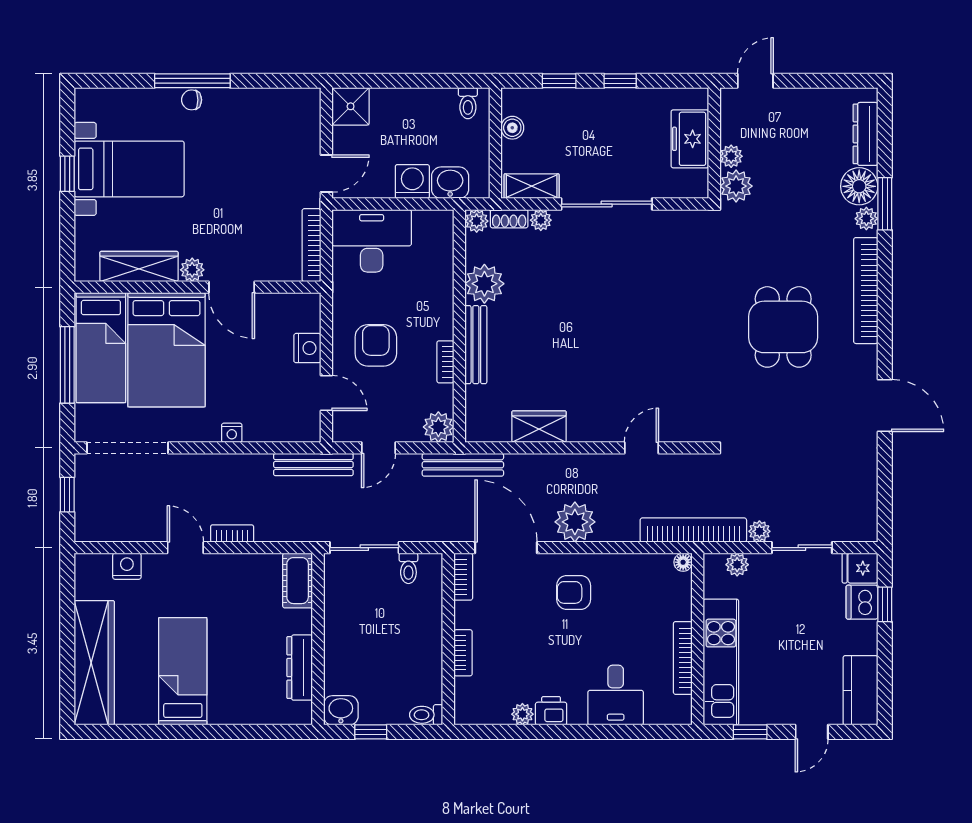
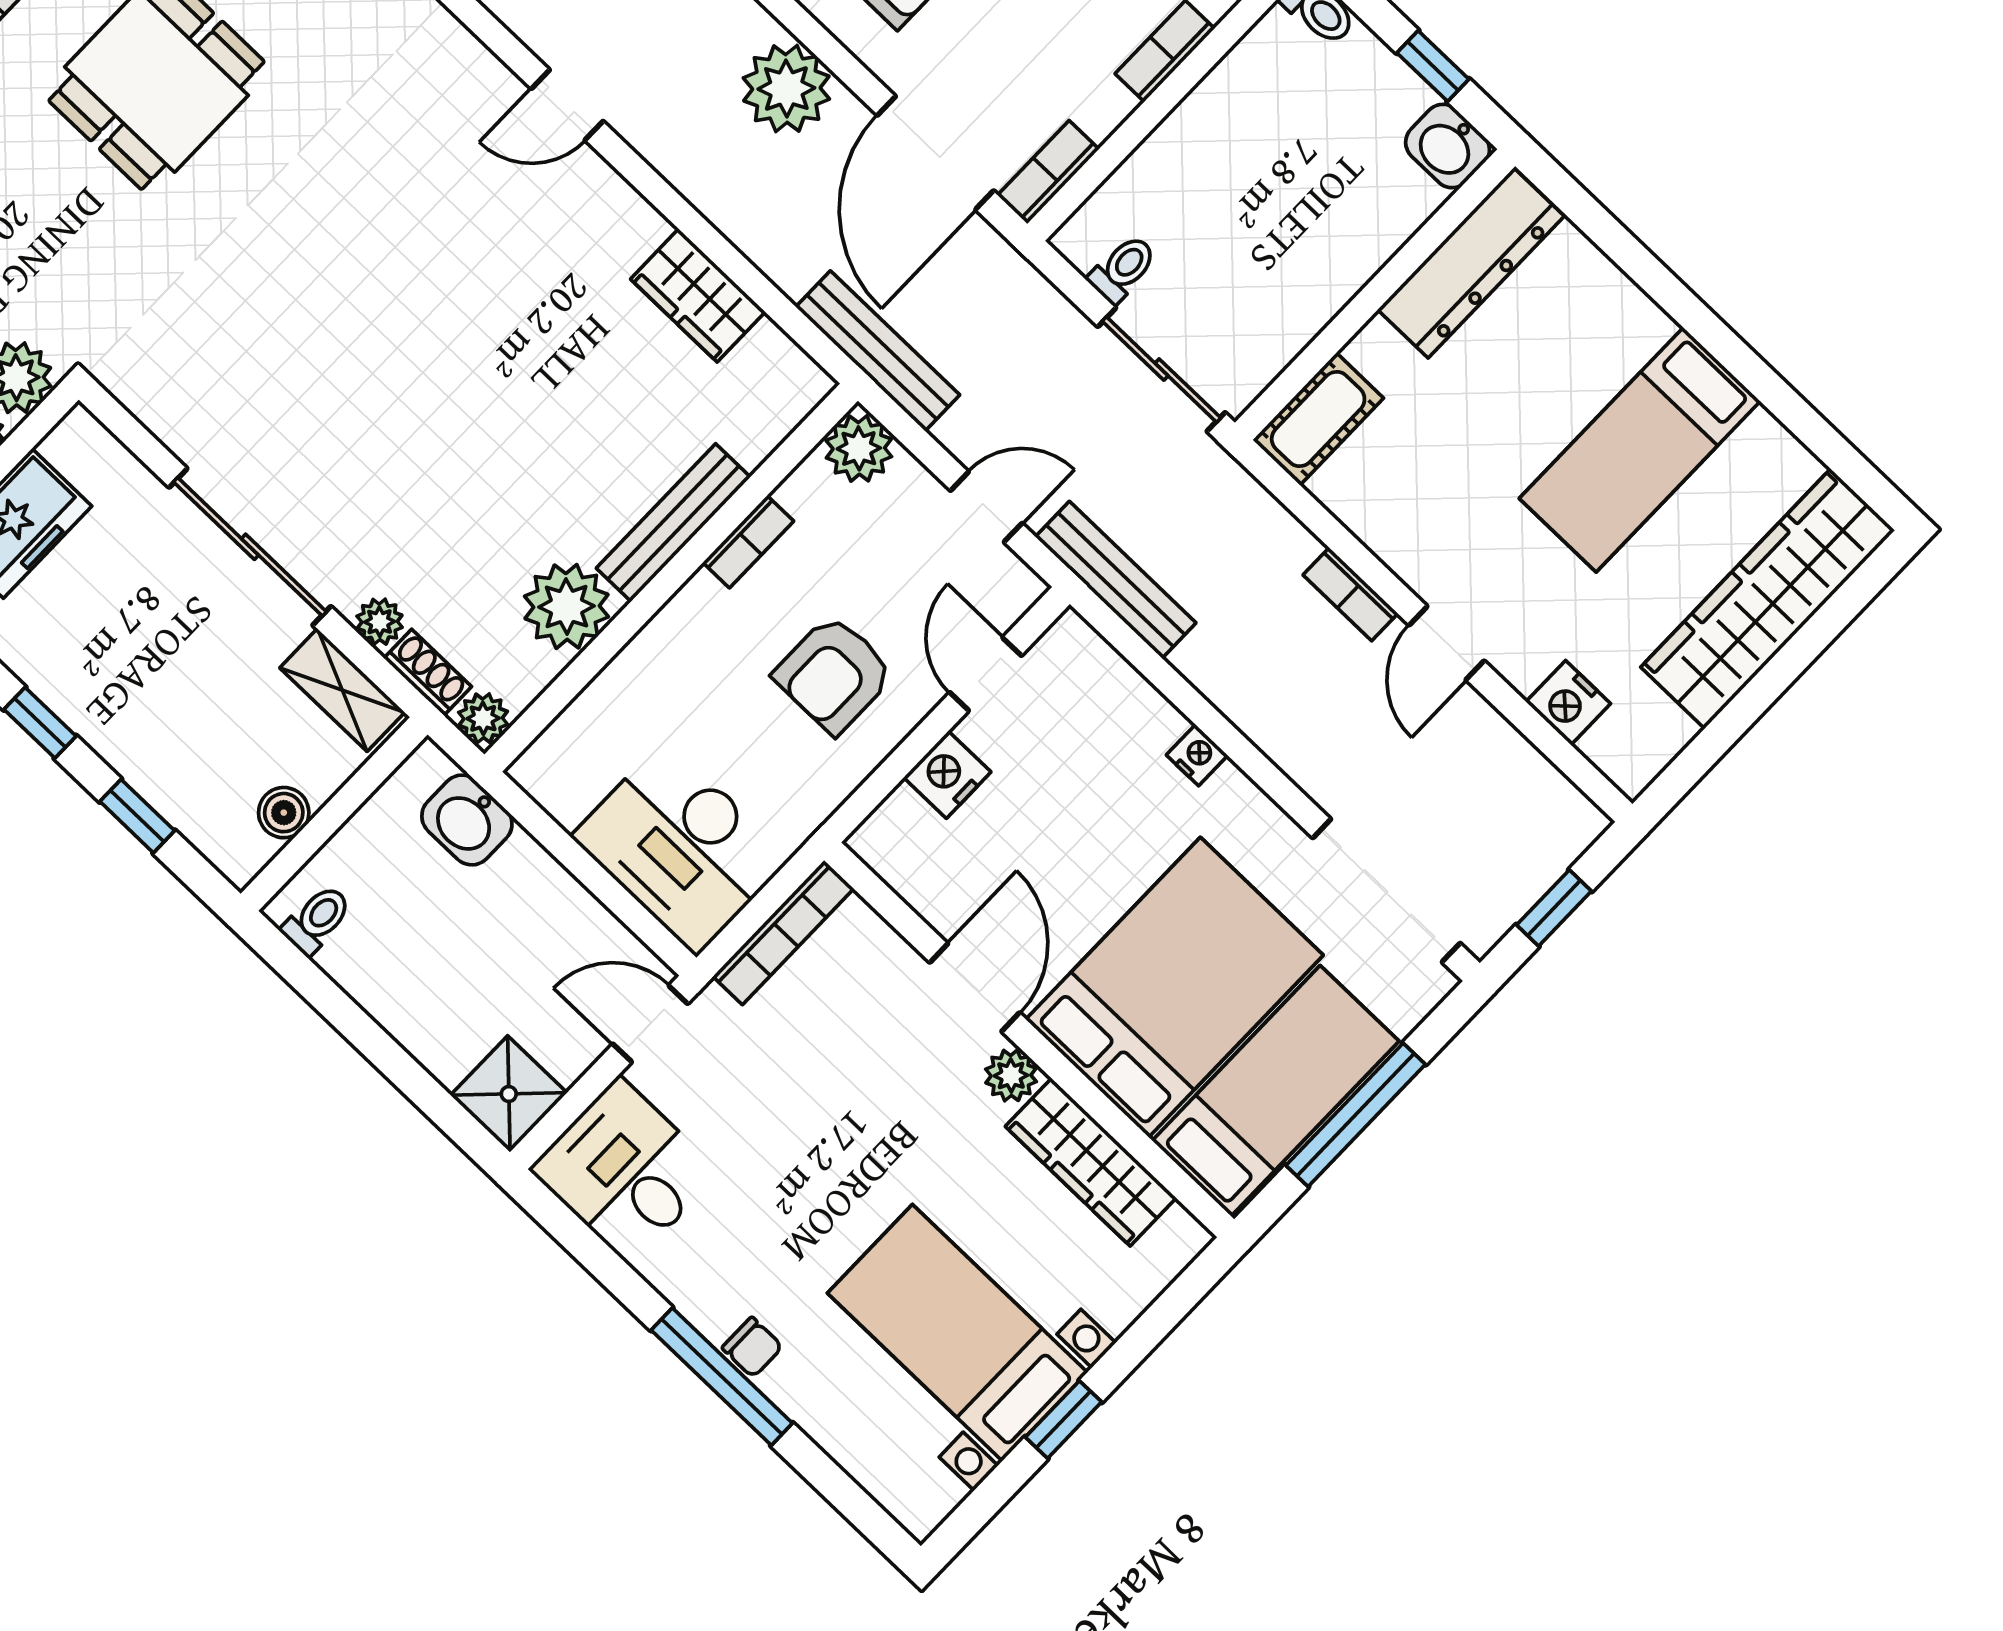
desk: (289, 118) -> (625, 1171), added
washing machine: (412, 181) -> (525, 880), removed
dresser: (300, 668) -> (1471, 263), width x1.37, depth x1.24

